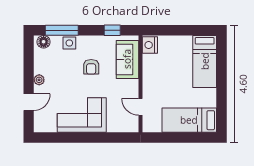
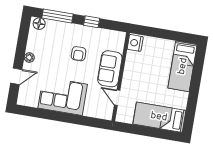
window: (112, 30) -> (92, 22), moved
side table: (69, 43) -> (62, 29), removed
sofa: (127, 59) -> (110, 69), moved

